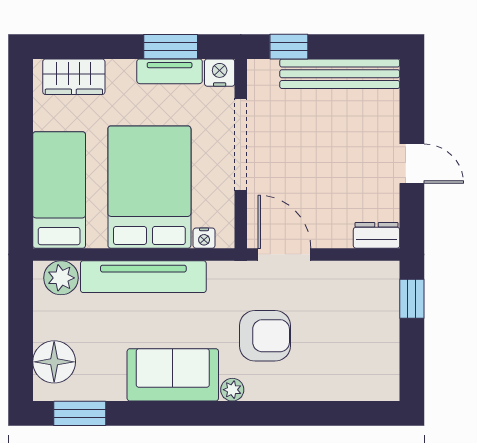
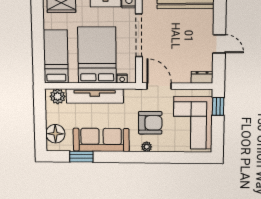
corner sofa: (358, 335) -> (193, 123), added
sofa: (173, 375) -> (101, 140), width x1.36
plant: (232, 390) -> (147, 147), moved
window: (80, 413) -> (81, 157), moved

